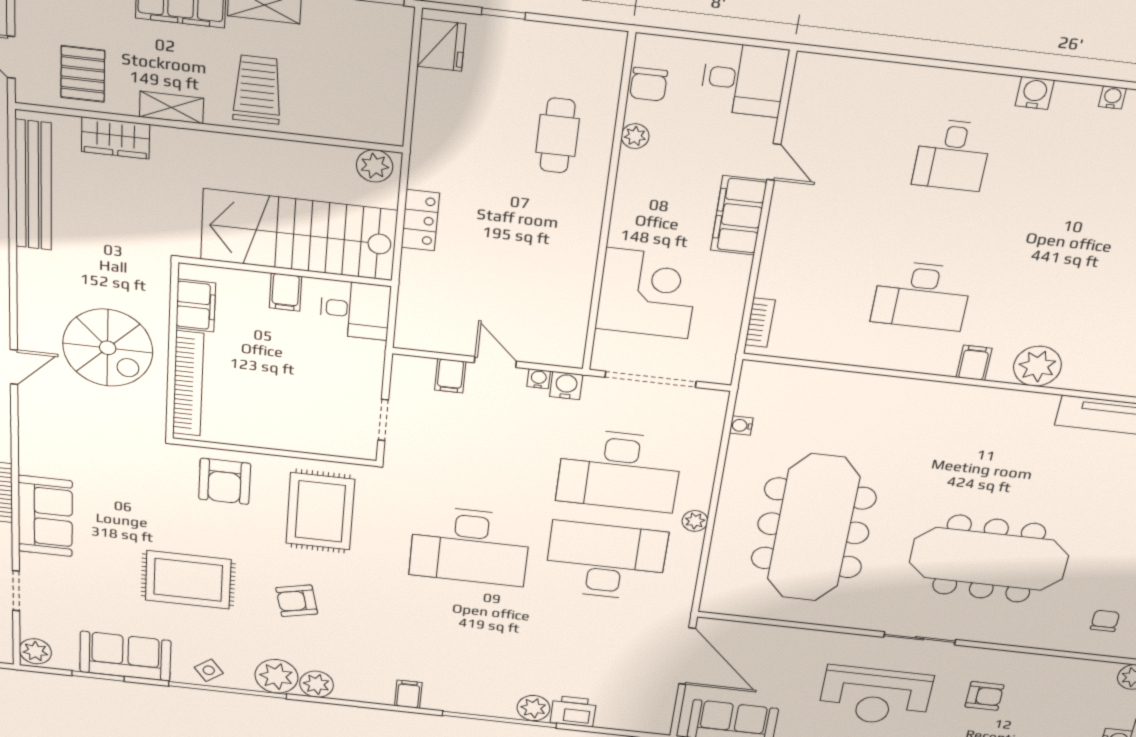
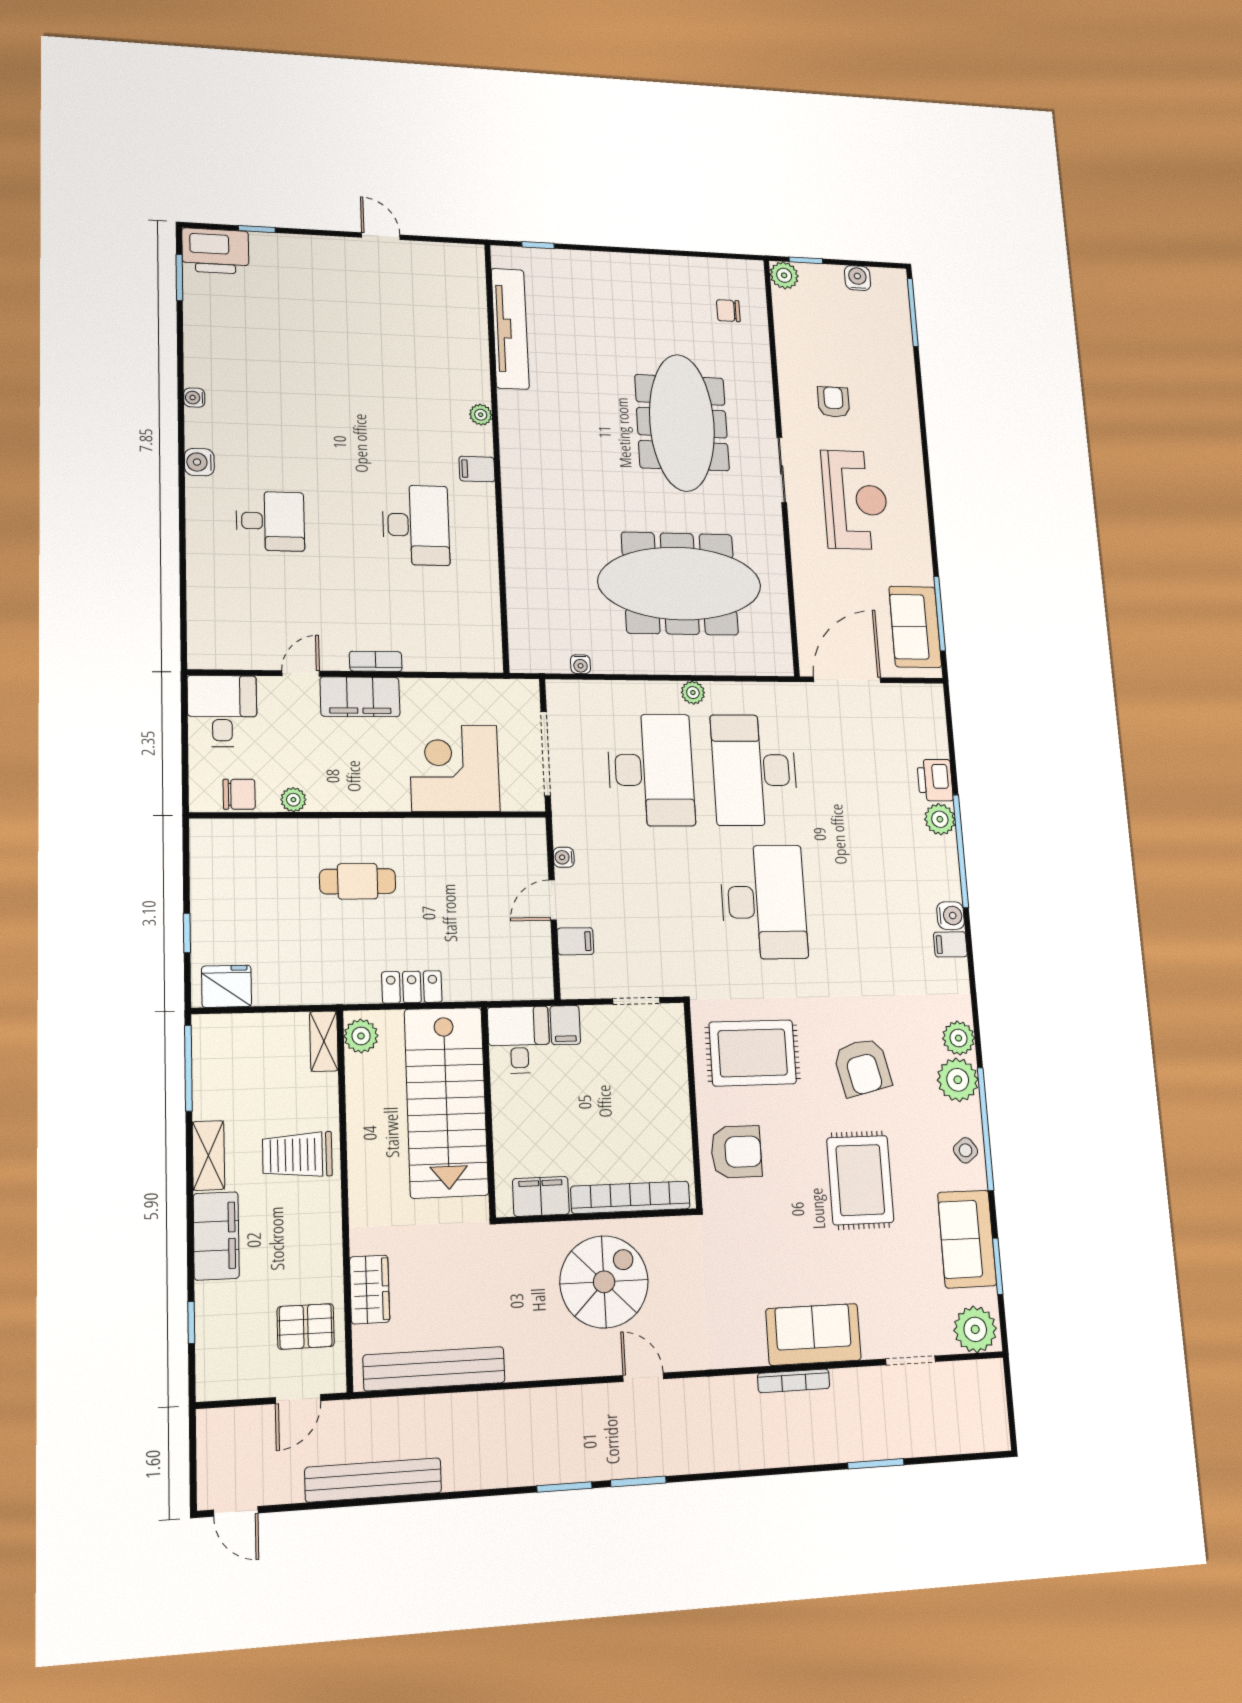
shelving: (172, 108) -> (324, 1041), moved
cafe table: (558, 136) -> (358, 881), moved
filing cabinet: (285, 292) -> (565, 1025), moved, turned 90
bookcase: (760, 323) -> (376, 661), moved
plant: (1037, 366) -> (481, 415), width x0.53, depth x0.53
water cooler: (566, 386) -> (951, 916), moved, turned 180
armchair: (297, 601) -> (862, 1067), width x1.38, depth x1.38
plant: (35, 651) -> (975, 1329), width x1.36, depth x1.36

